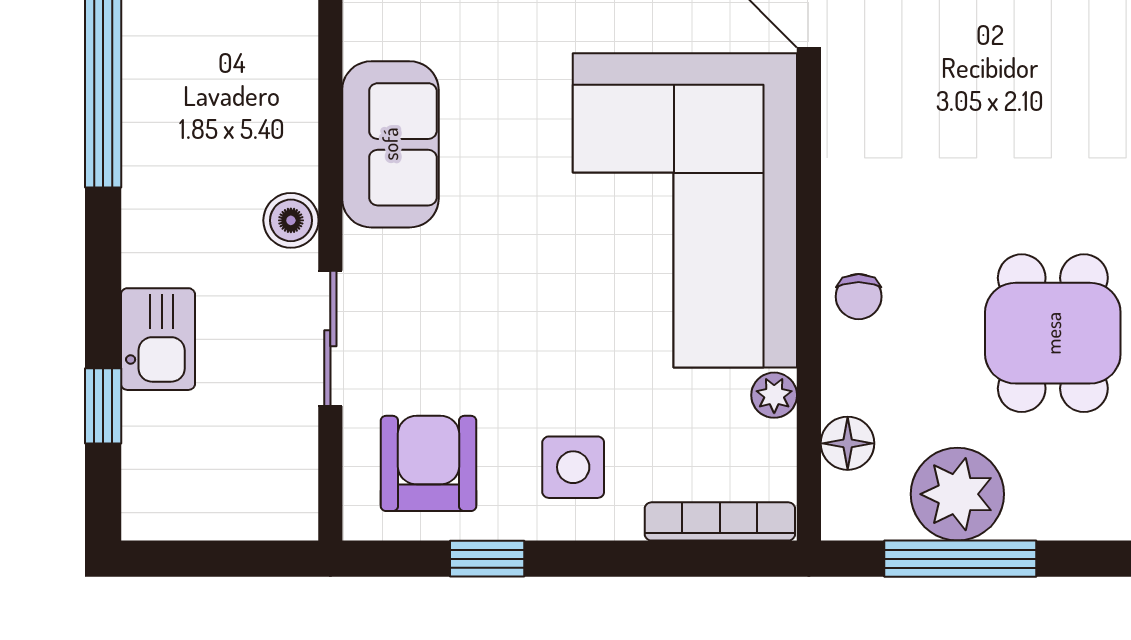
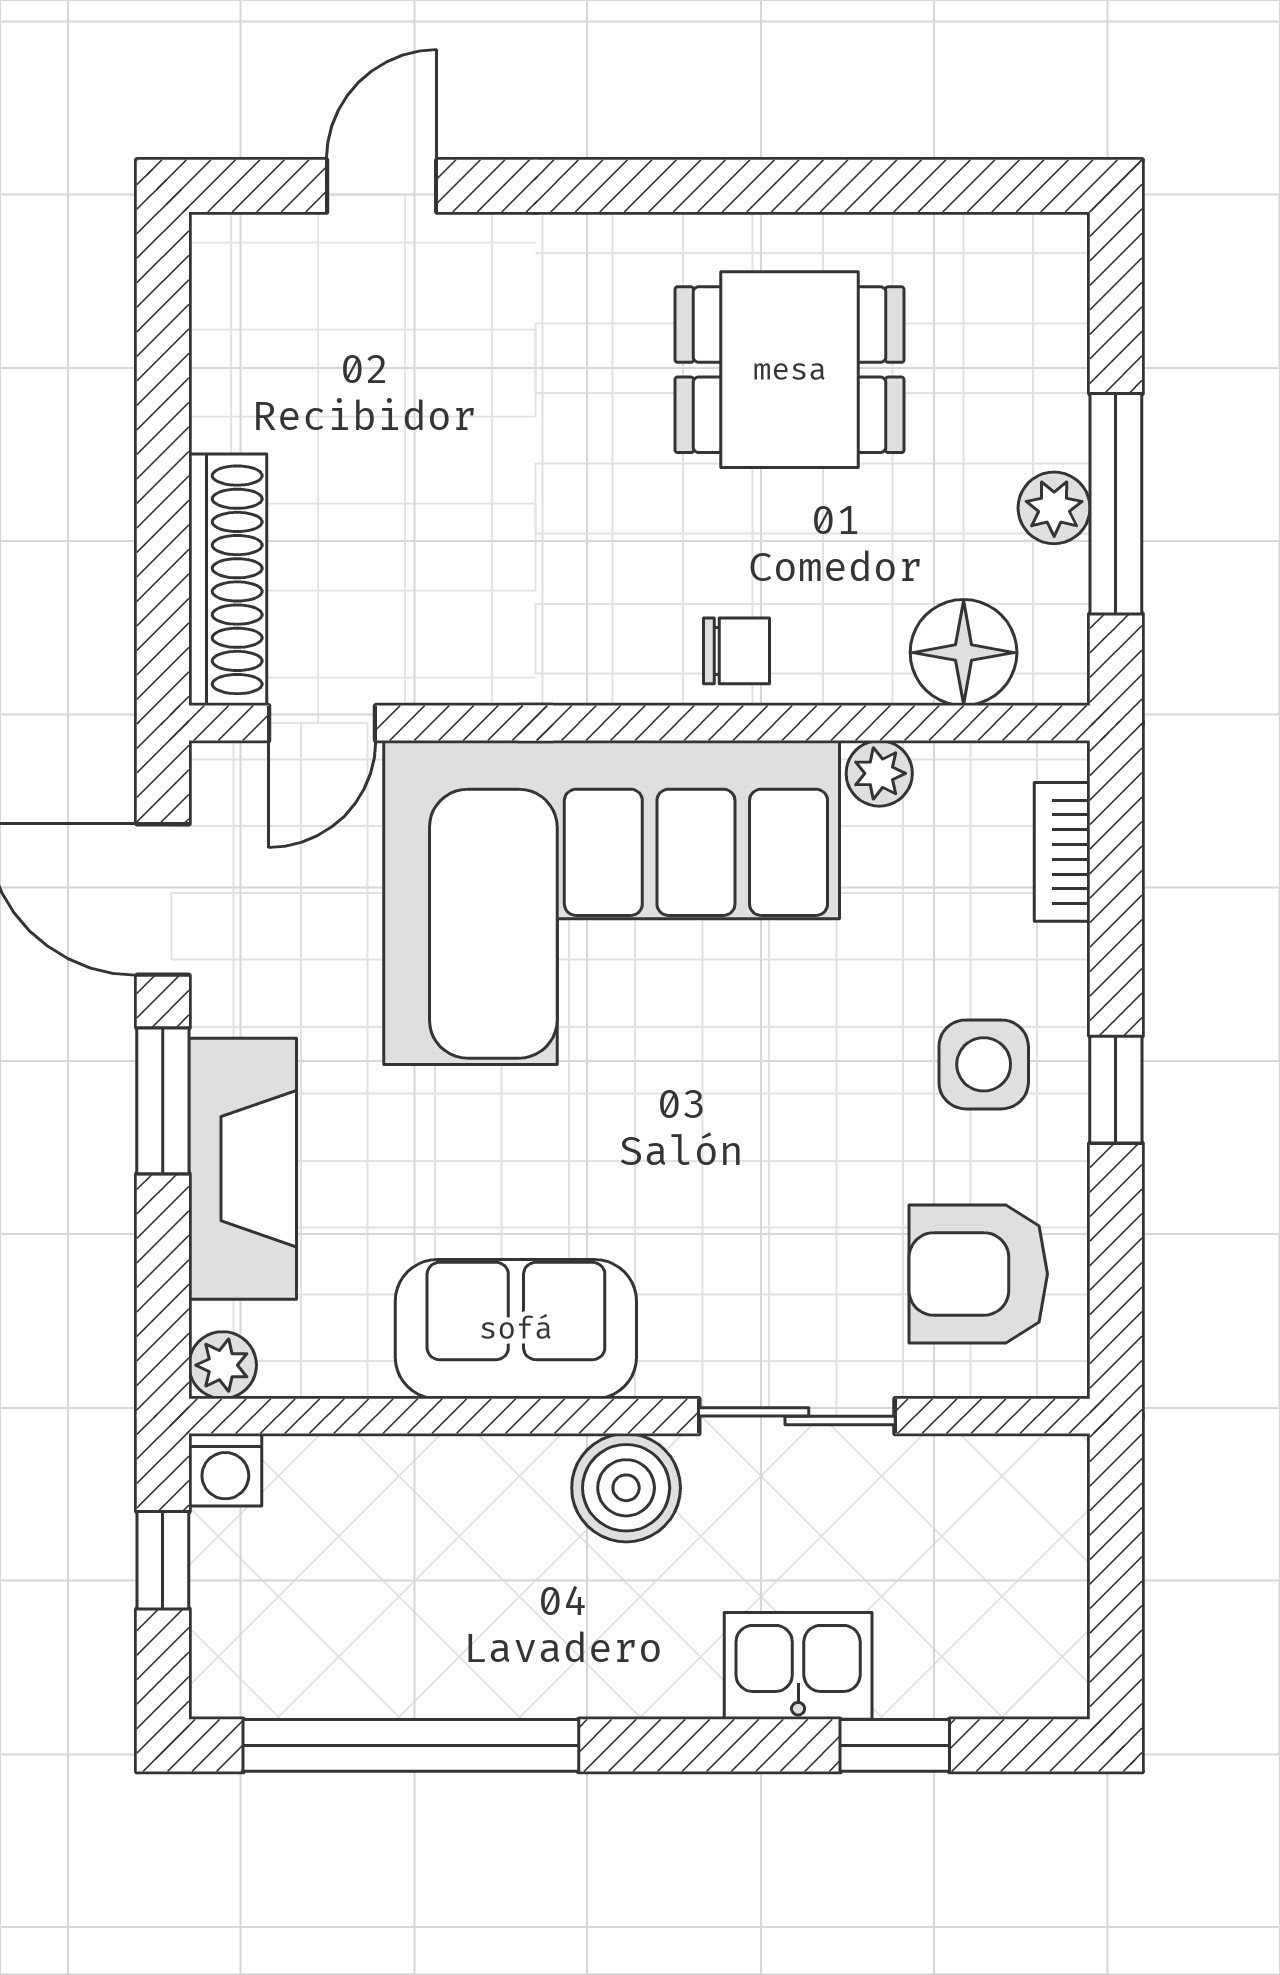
boiler: (291, 220) -> (626, 1488), width x1.36, depth x1.36
floor lamp: (848, 443) -> (964, 653), width x1.38, depth x1.38
plant: (957, 494) -> (1054, 508), width x0.53, depth x0.53
bookcase: (720, 521) -> (1062, 852), width x0.64
window: (487, 559) -> (1116, 1090), moved

